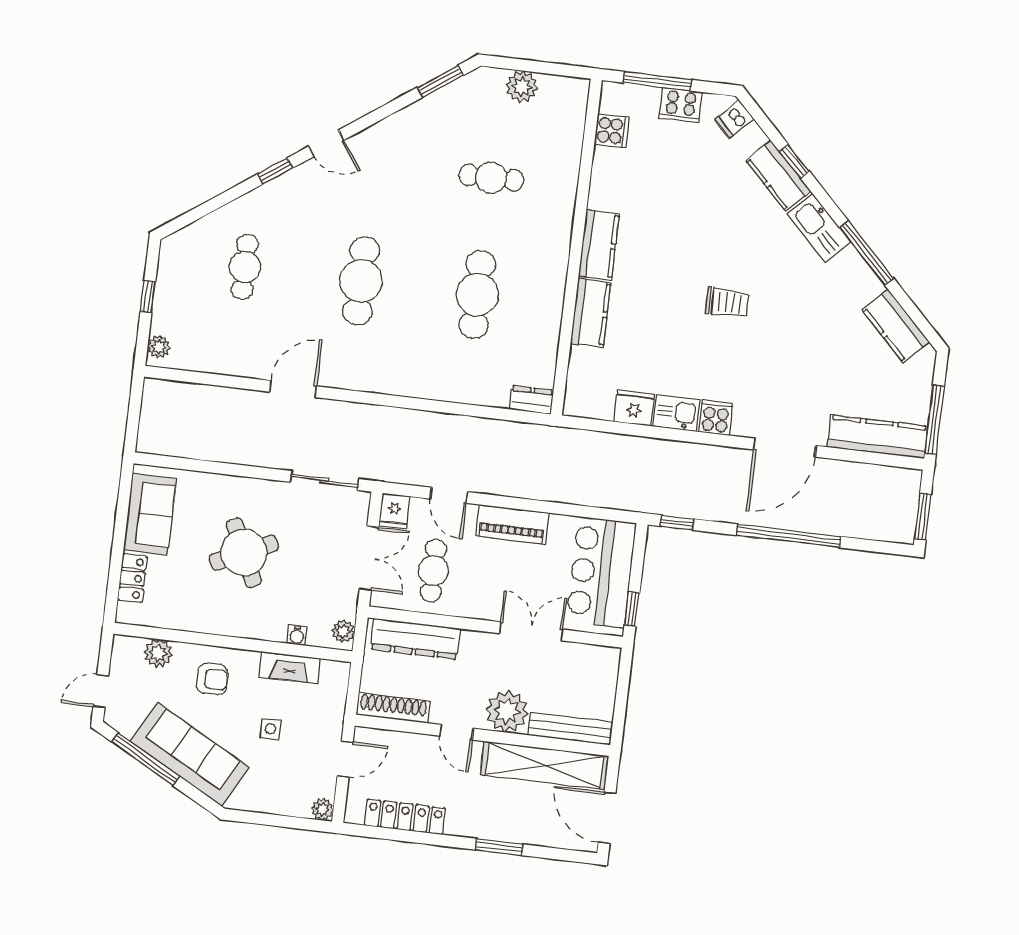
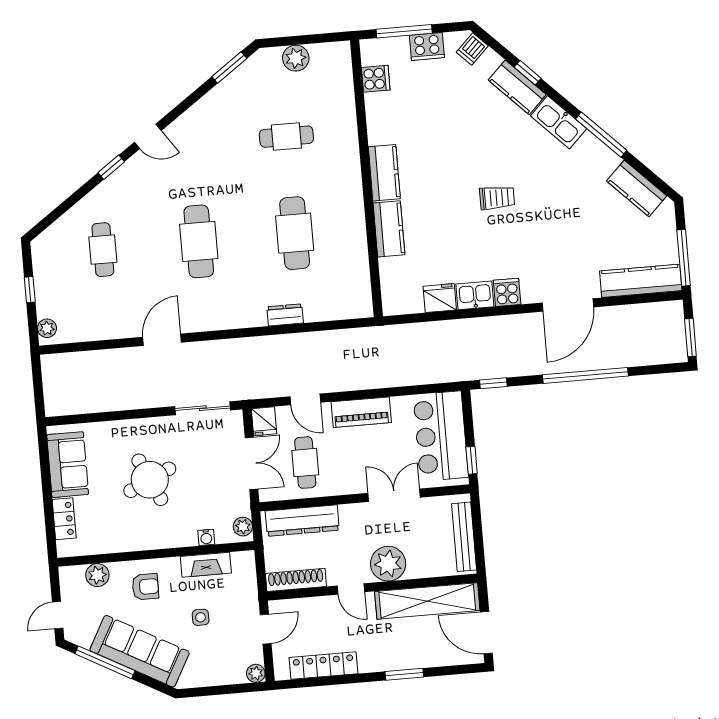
dresser: (531, 400) -> (285, 315), moved
bench: (570, 729) -> (464, 537), moved, turned 90

